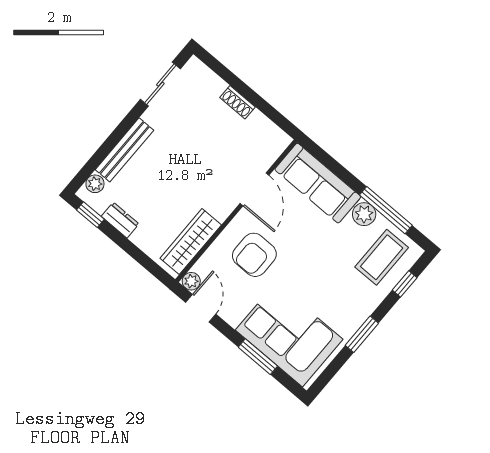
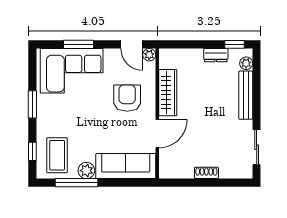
door: (254, 189) -> (157, 134), swing flipped
wardrobe: (191, 242) -> (168, 93), moved

